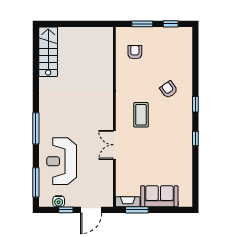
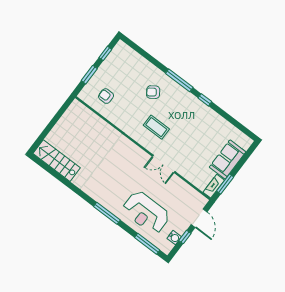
window: (195, 104) -> (179, 80), width x2.17

